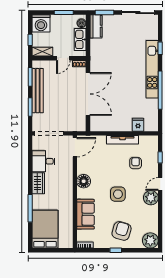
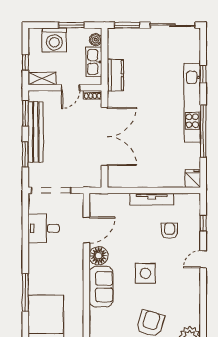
washing machine: (41, 23) -> (54, 40), moved
kitchen counter: (96, 26) -> (115, 75), moved
fridge: (138, 125) -> (193, 179), moved
door: (75, 147) -> (86, 230), moved
wardrobe: (38, 183) -> (37, 258), removed
plant: (151, 198) -> (190, 278), removed
sofa: (86, 214) -> (101, 287), moved

